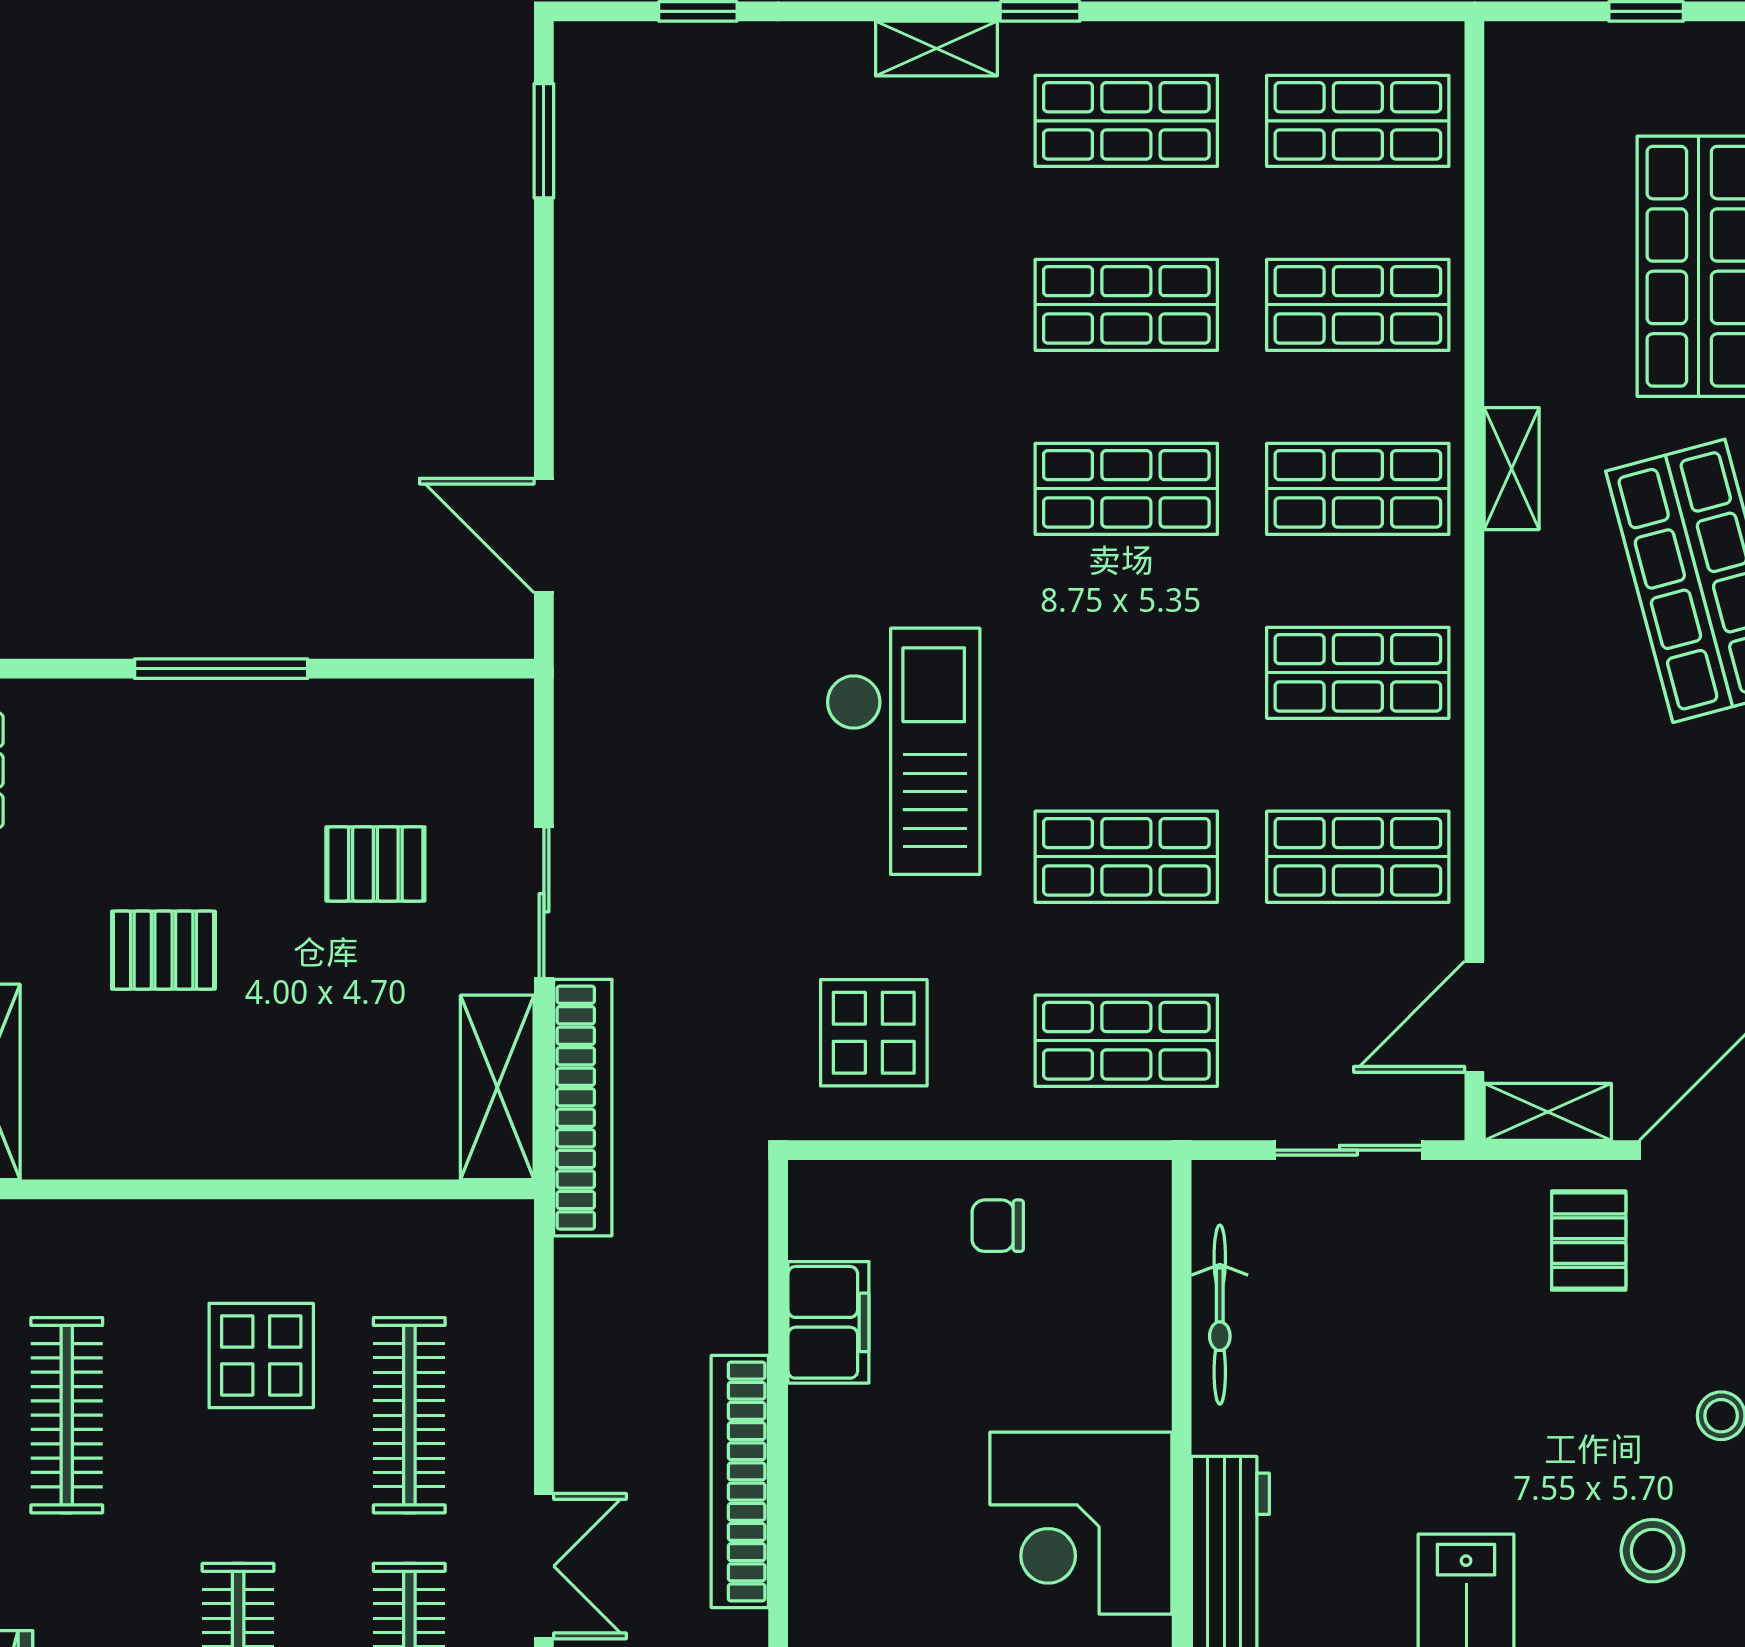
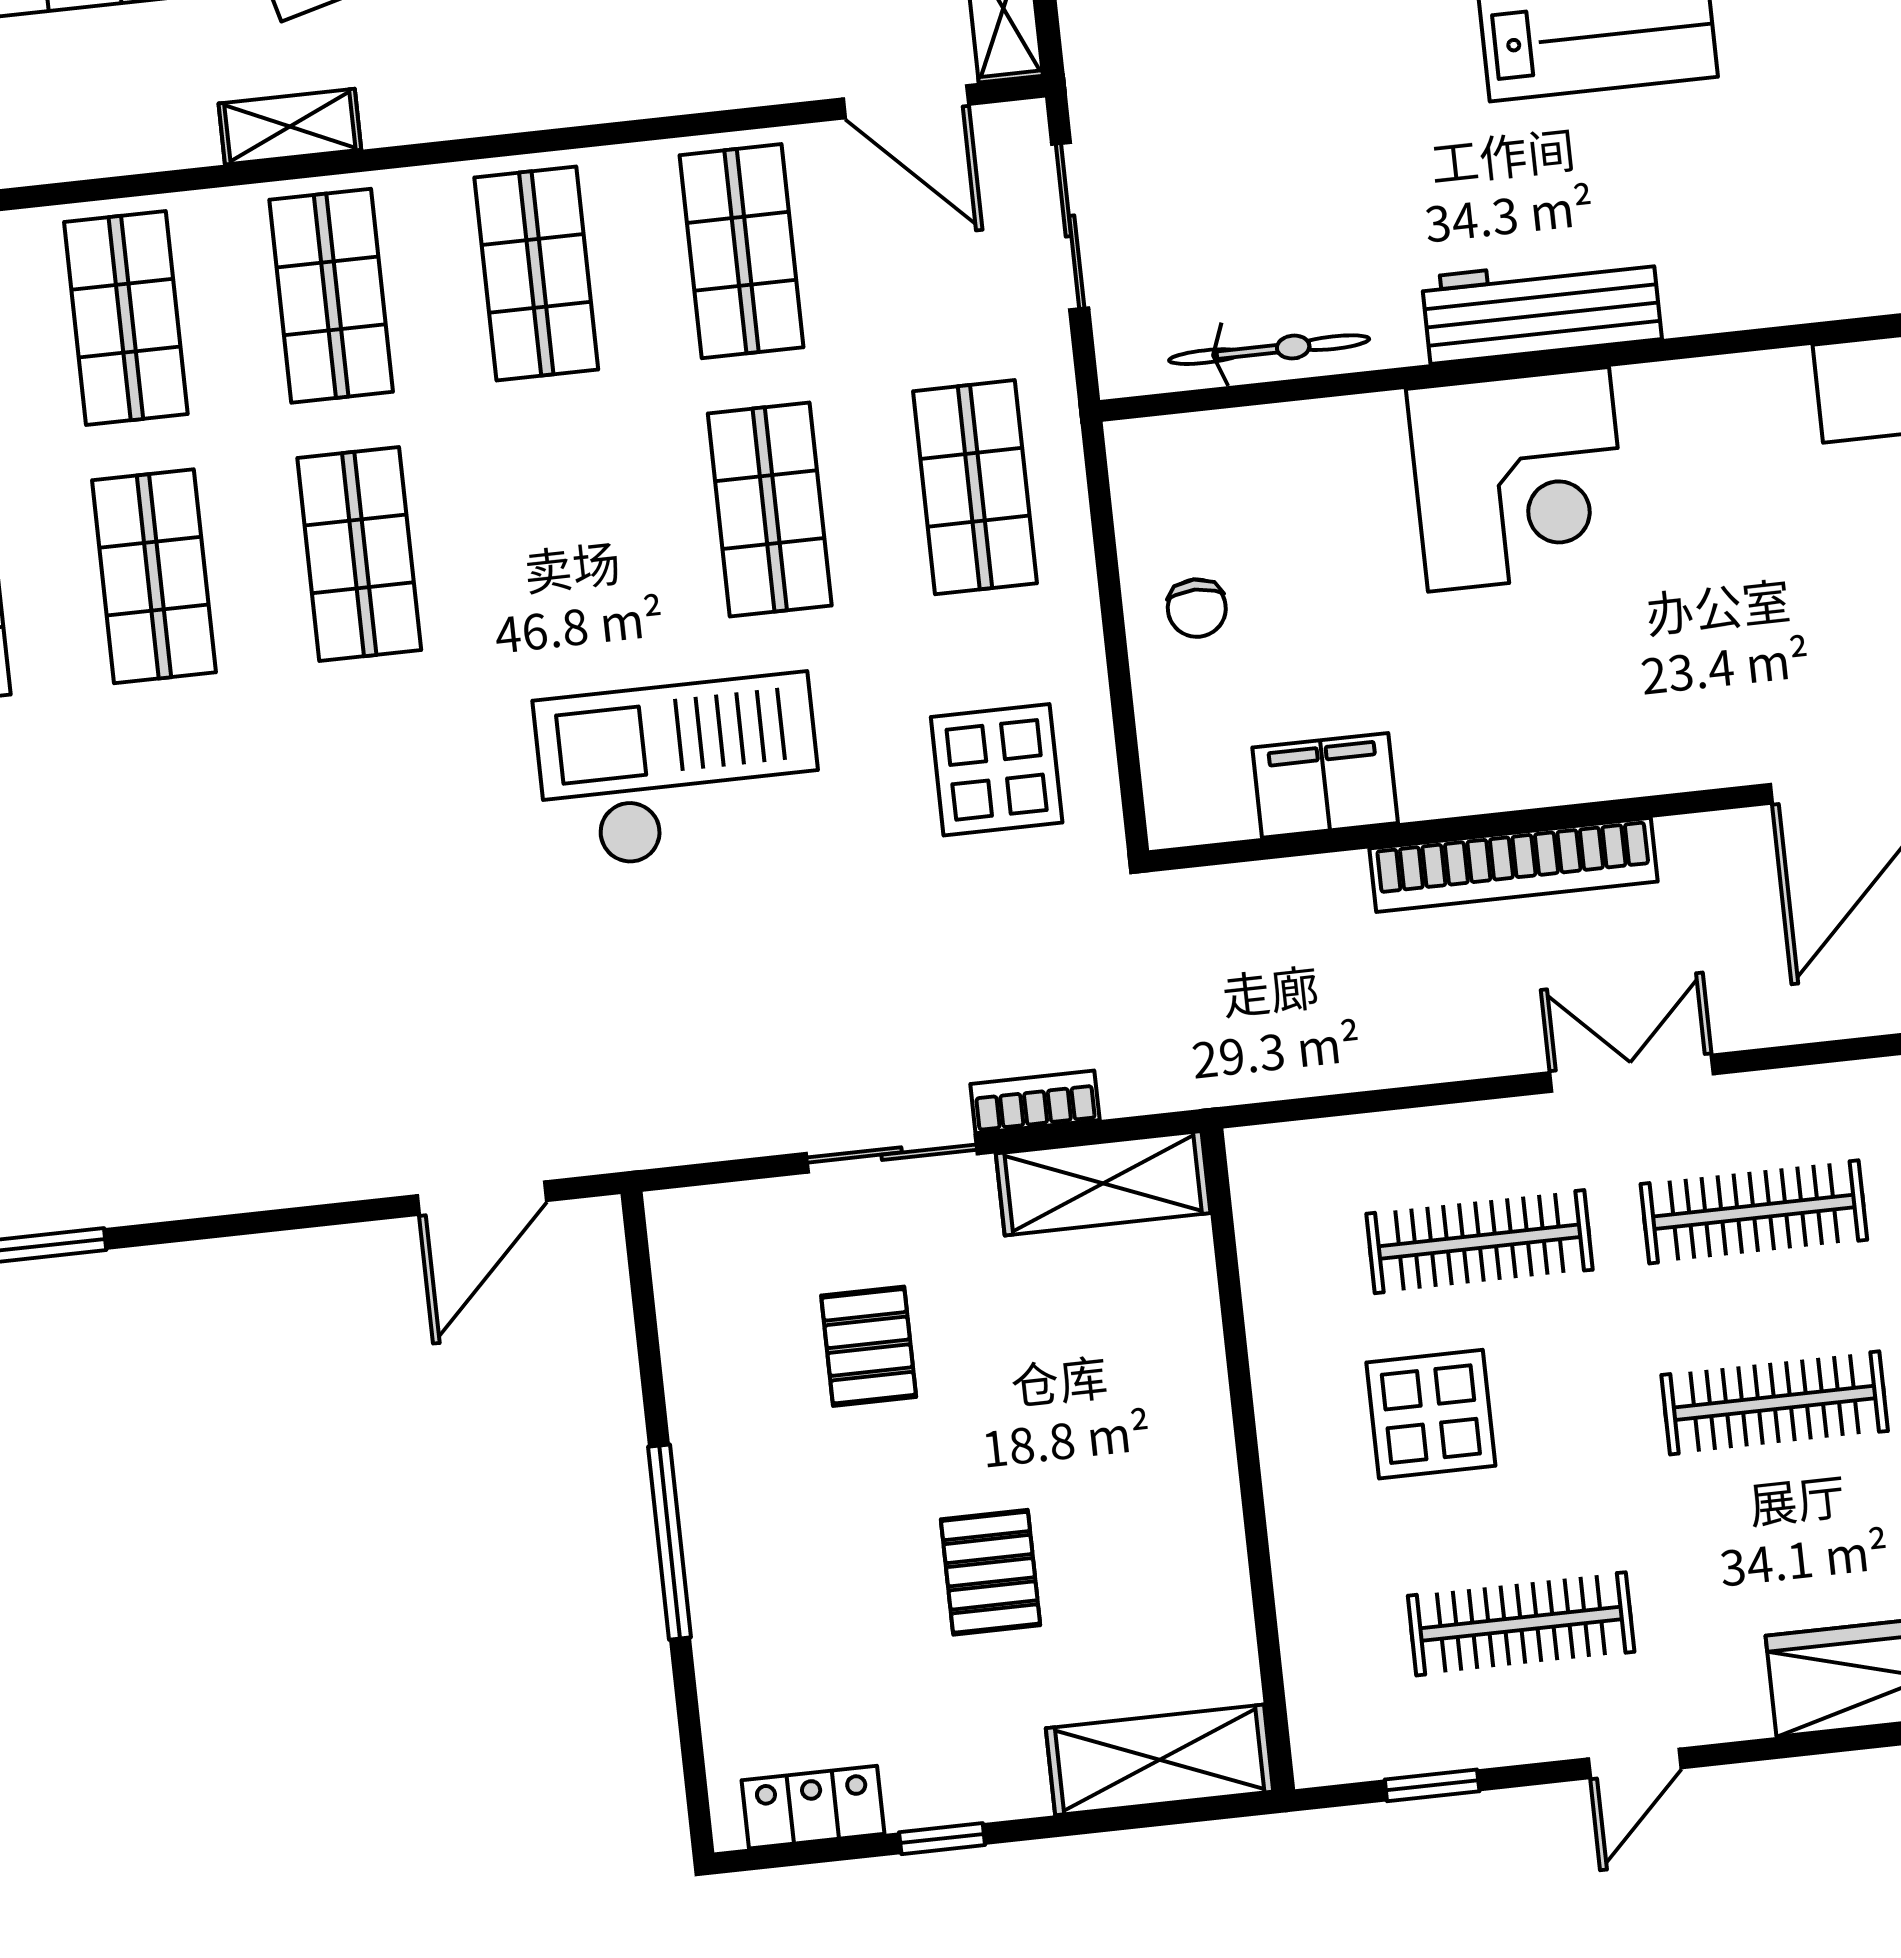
bookcase: (583, 1108) -> (1035, 1102), width x0.43, depth x0.76

